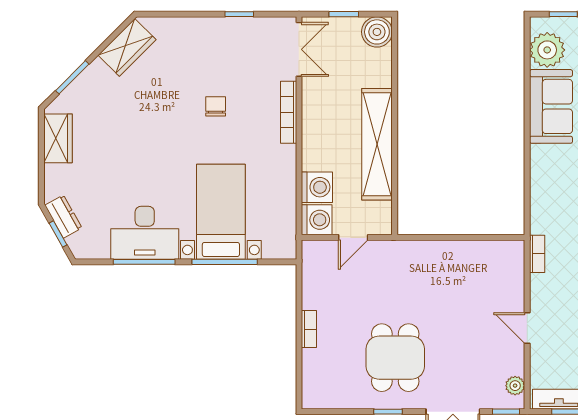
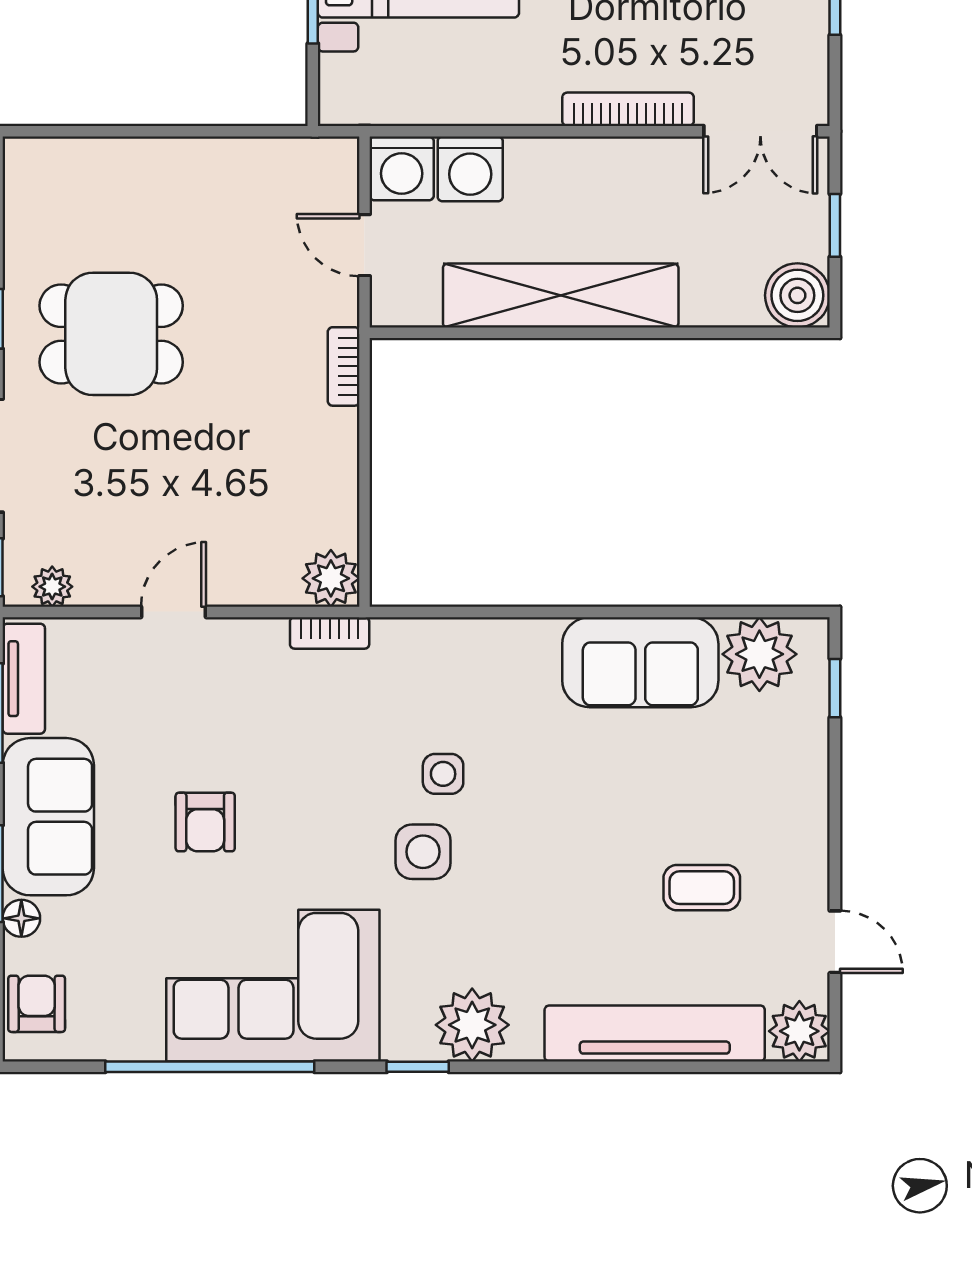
plant: (511, 253) -> (331, 578), added
bookcase: (309, 329) -> (344, 366), moved, turned 90

